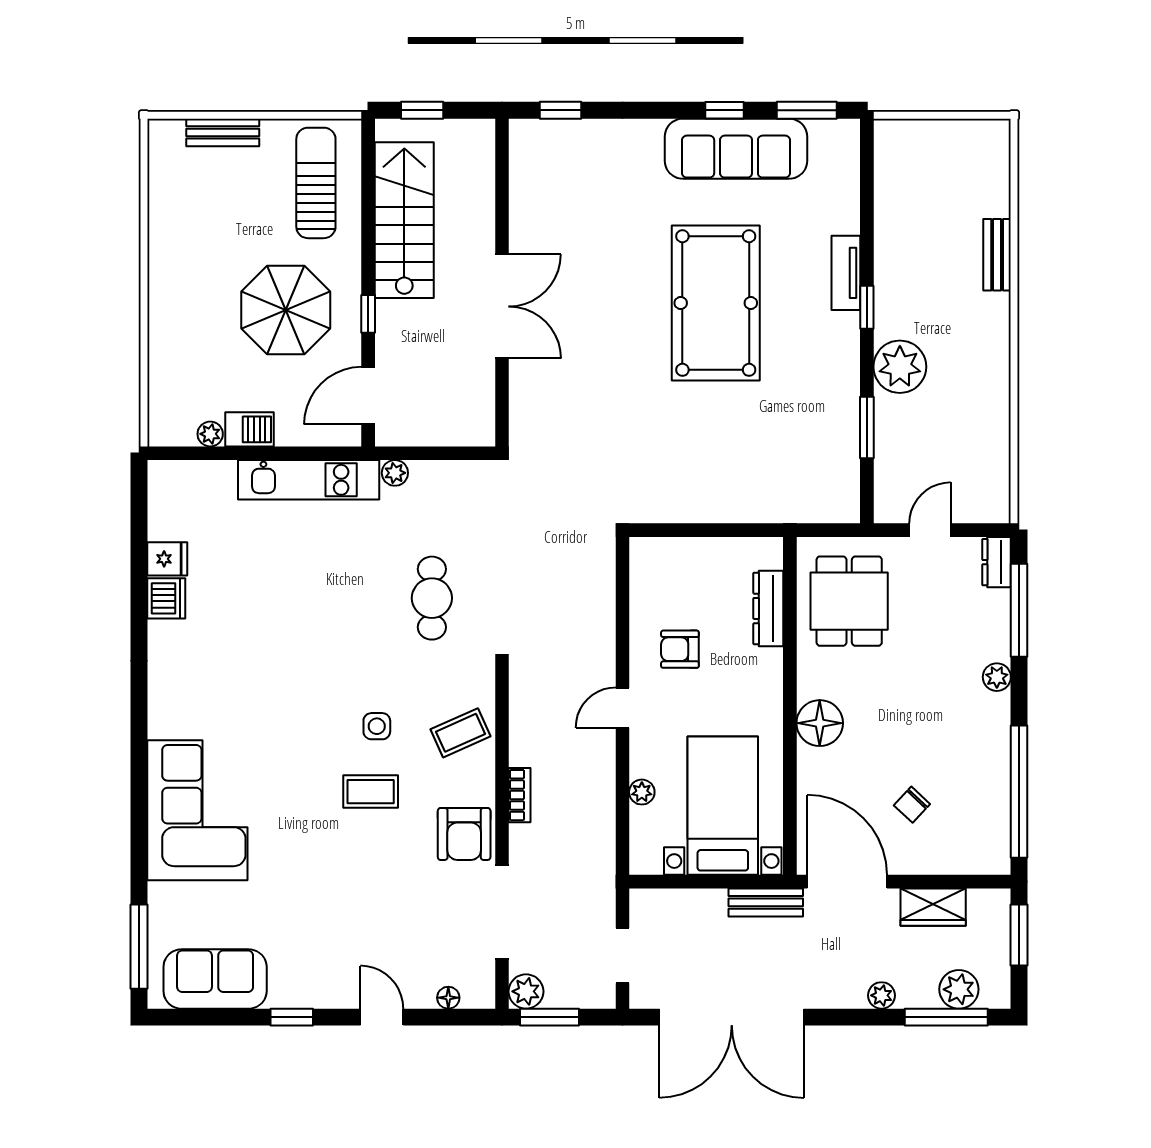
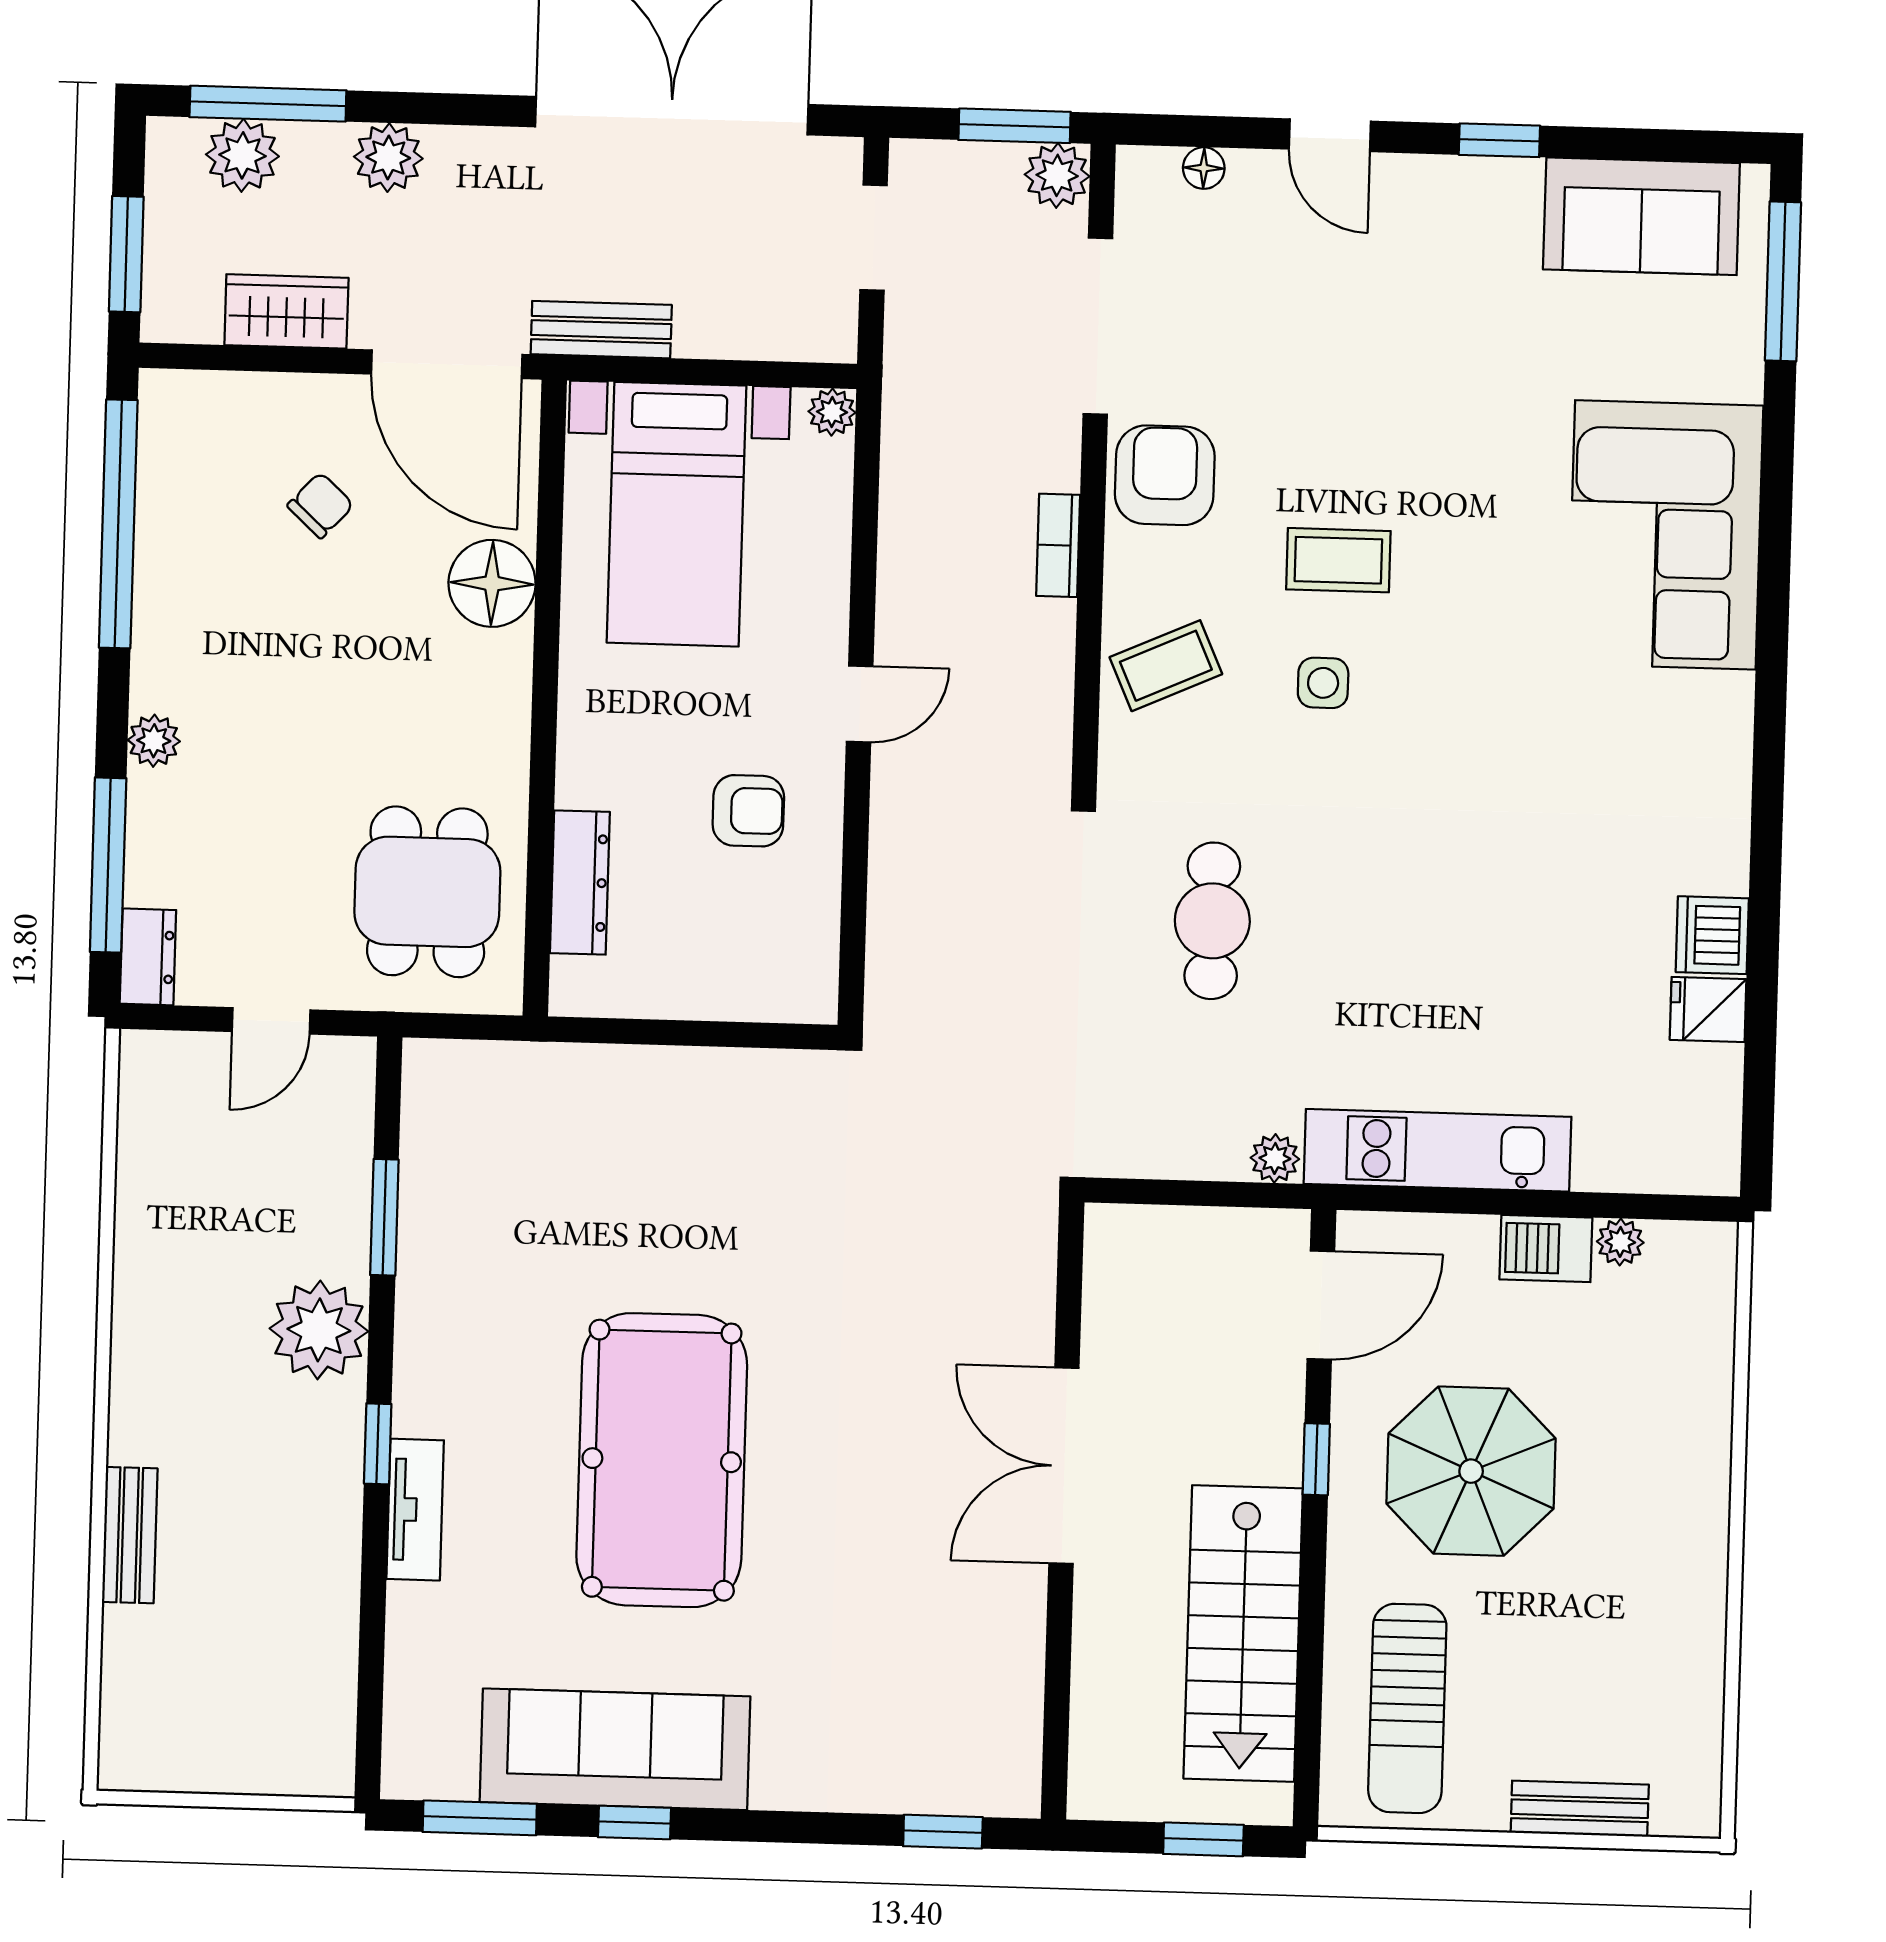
floor lamp: (820, 723) -> (492, 583), moved
plant: (642, 792) -> (832, 412), moved
plant: (881, 995) -> (388, 158), width x1.38, depth x1.38

